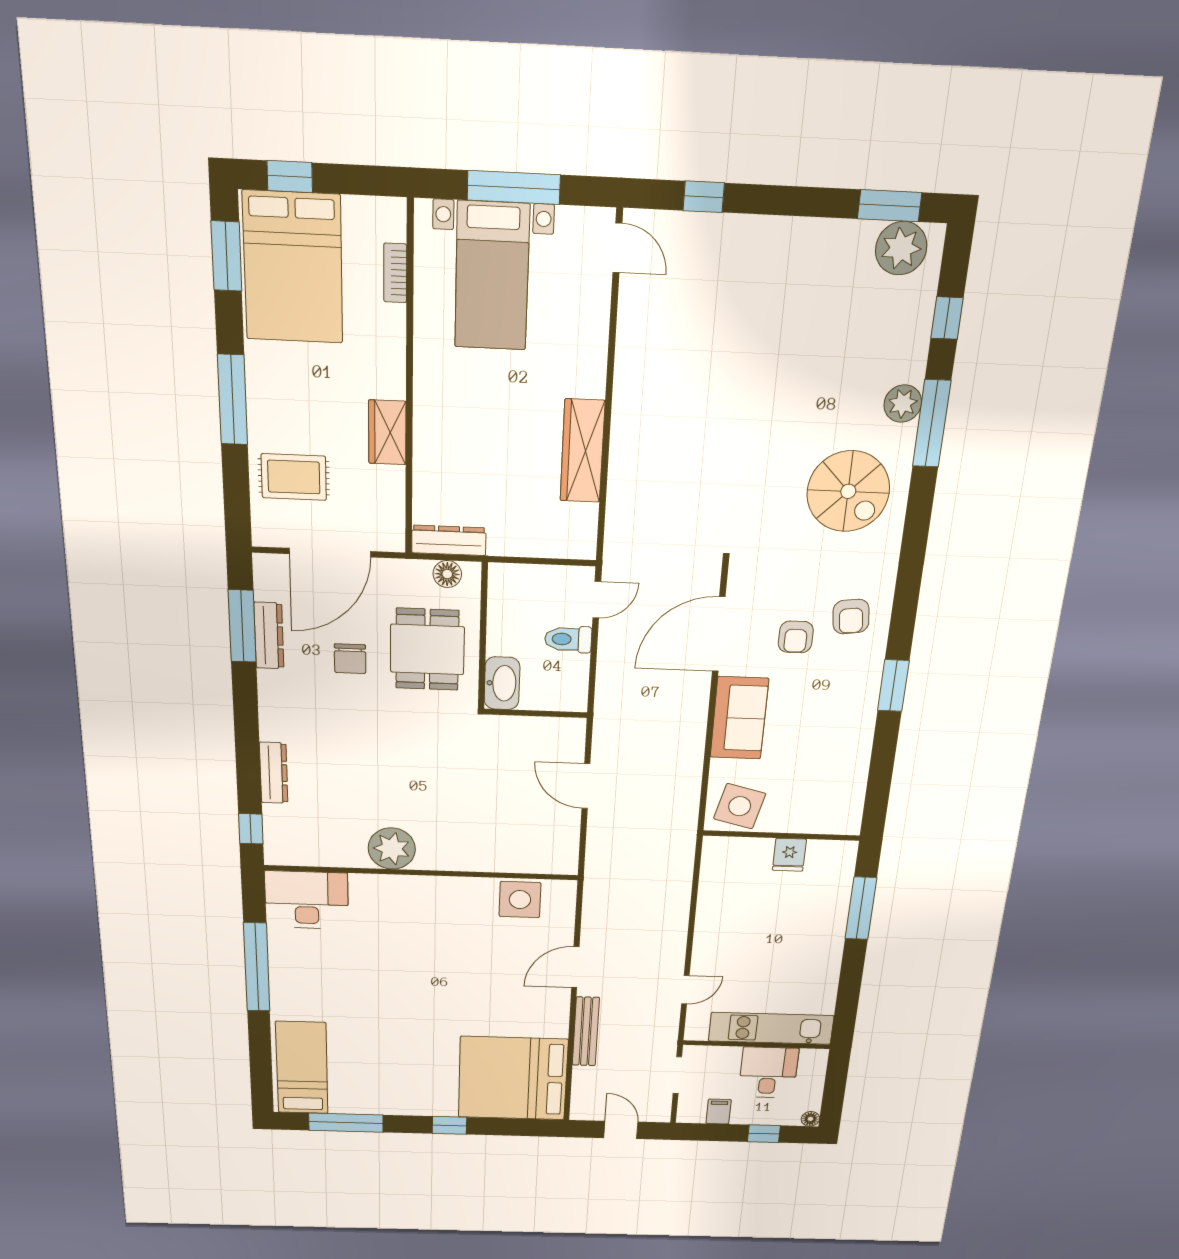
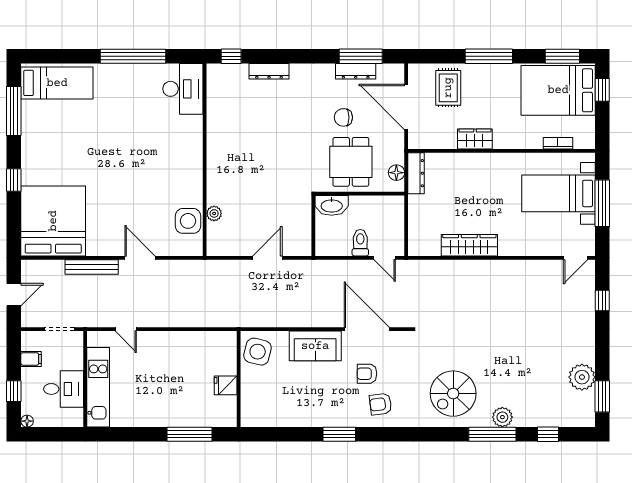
plant: (901, 248) -> (582, 377), moved
dining table: (427, 649) -> (351, 162), turned 90
plant: (392, 849) -> (214, 213), moved, width x0.53, depth x0.53

